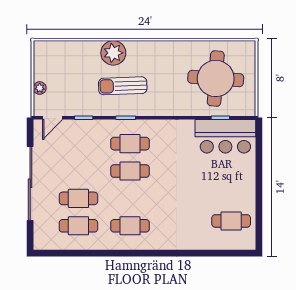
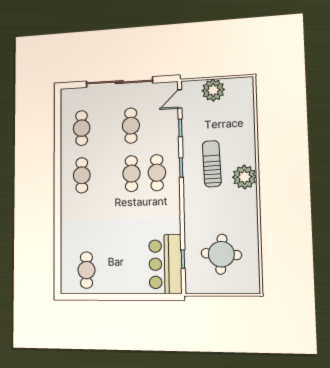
plant: (113, 53) -> (244, 177), moved
round table: (216, 78) -> (221, 254), width x0.73, depth x0.73
plant: (40, 88) -> (213, 90), width x1.88, depth x1.88
door: (53, 118) -> (180, 99), hinge flipped
cafe table: (78, 198) -> (131, 126), moved

